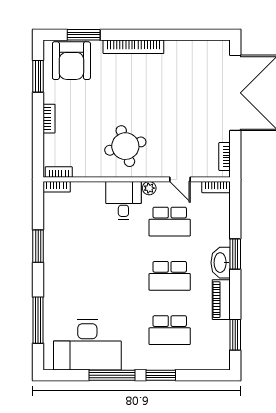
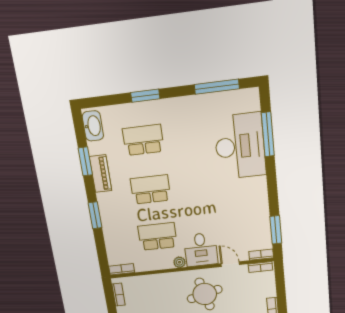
door: (180, 179) -> (230, 264), moved
window: (38, 246) -> (276, 230), moved
washbasin: (221, 263) -> (93, 126), moved
window: (235, 335) -> (85, 161), moved
desk: (87, 345) -> (240, 146), moved, turned 90
window: (112, 375) -> (217, 87), moved

